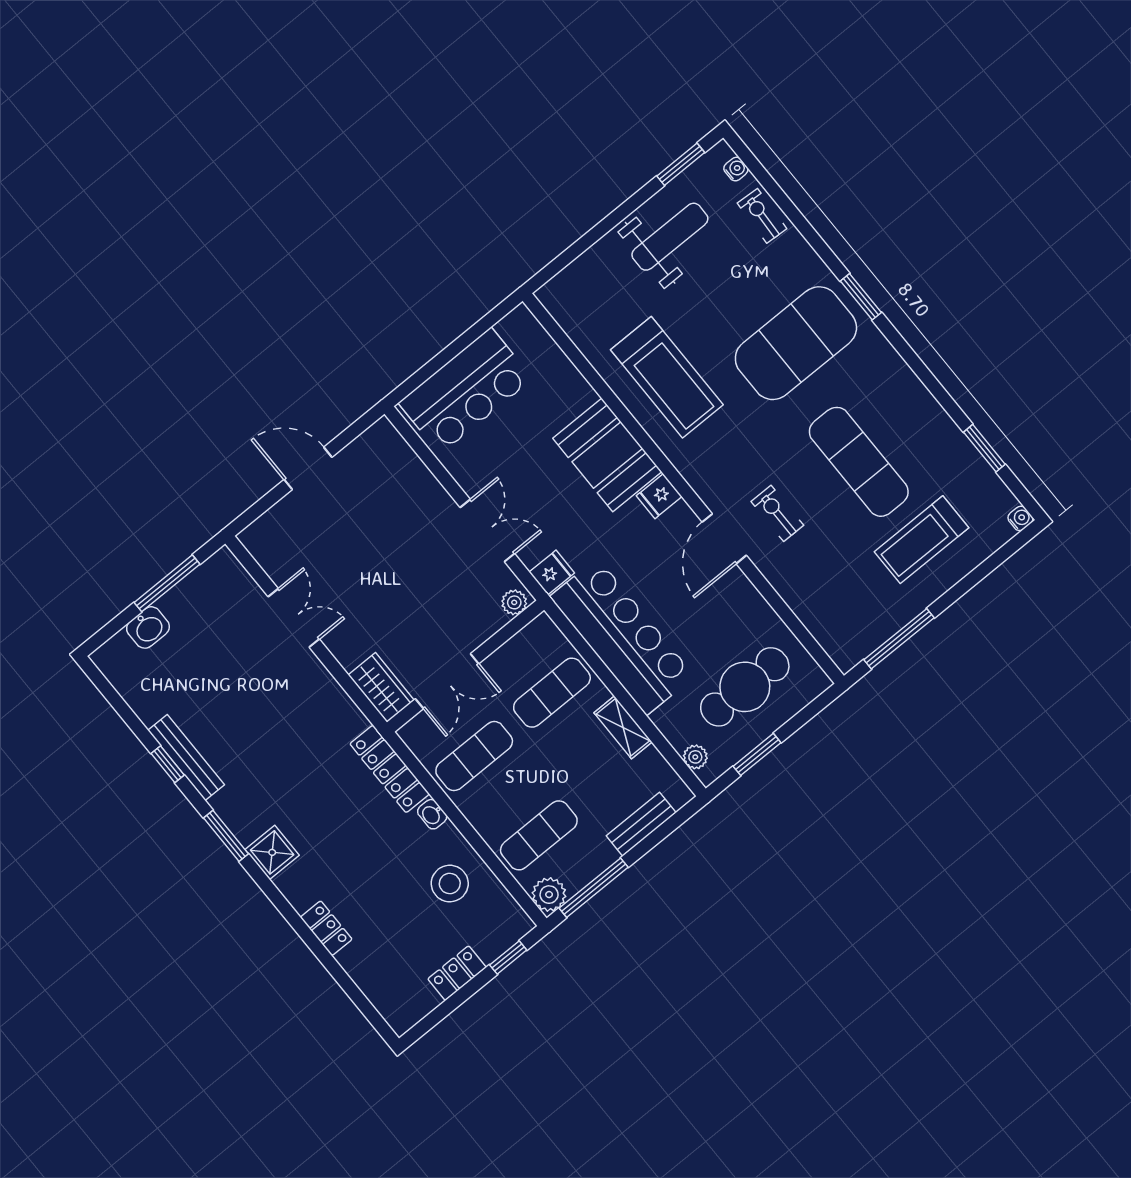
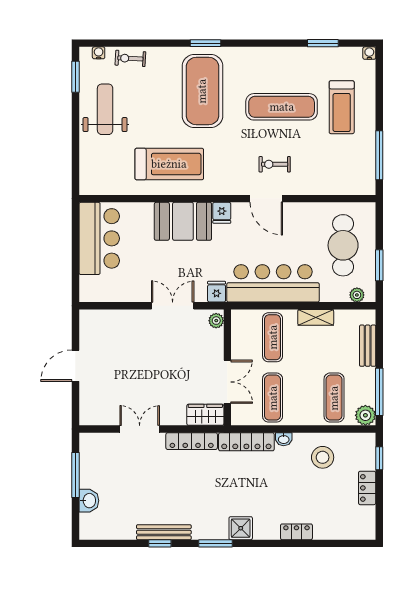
bar counter: (466, 391) -> (99, 238), moved
locker: (333, 698) -> (192, 441), added

